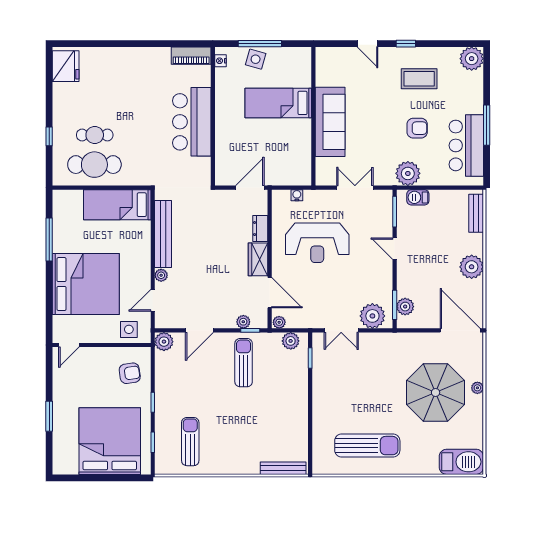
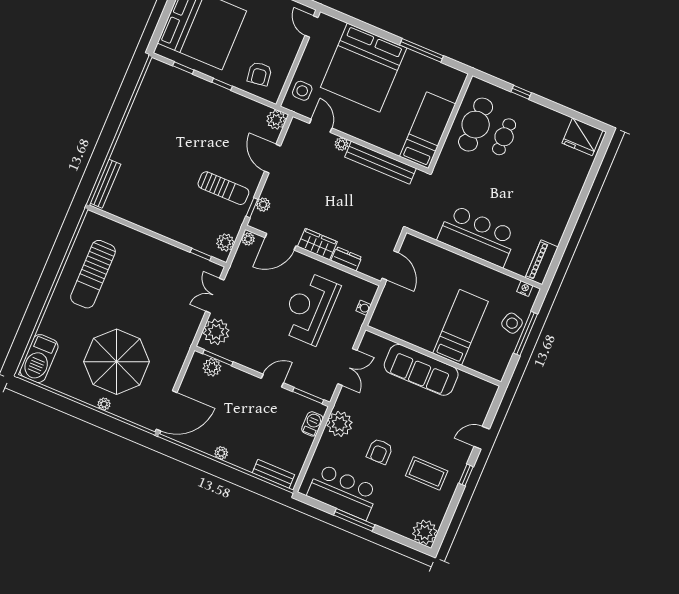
coffee table: (419, 79) -> (427, 473), turned 90
plant: (472, 267) -> (221, 453), width x0.53, depth x0.53
sun lounger: (190, 442) -> (169, 105), removed

